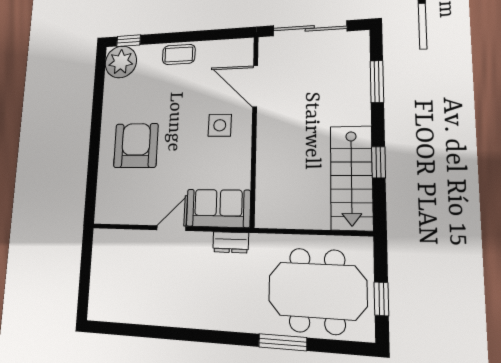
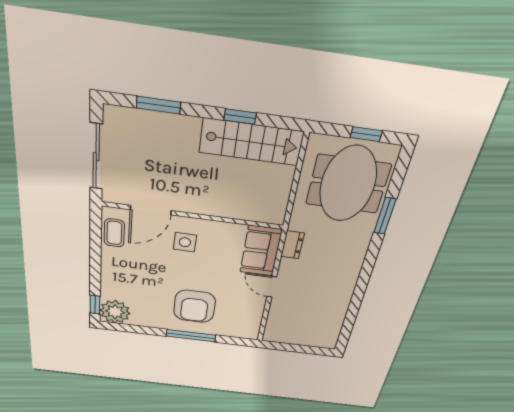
coffee table: (179, 54) -> (114, 233), moved
window: (94, 146) -> (191, 336), added
armchair: (136, 146) -> (195, 306), turned -90

